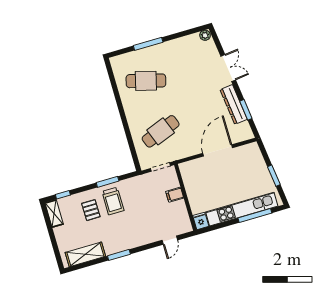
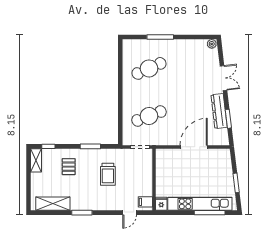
cafe table: (146, 81) -> (149, 68), turned -39
filing cabinet: (175, 195) -> (145, 202), moved
trolley: (113, 201) -> (108, 174), moved

